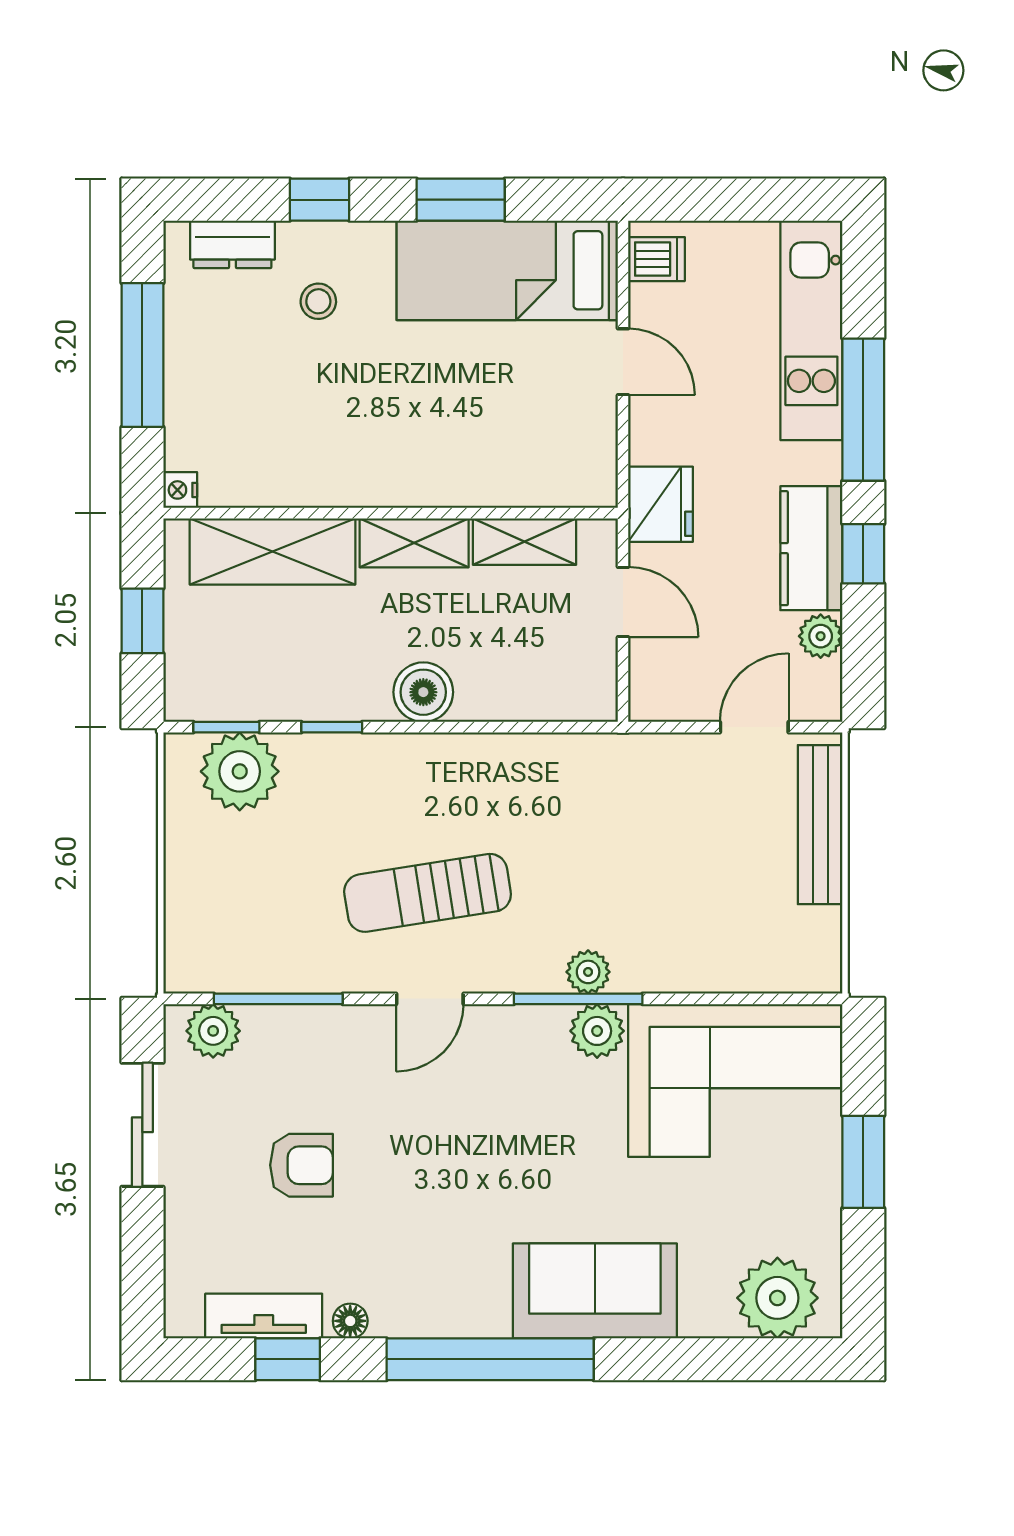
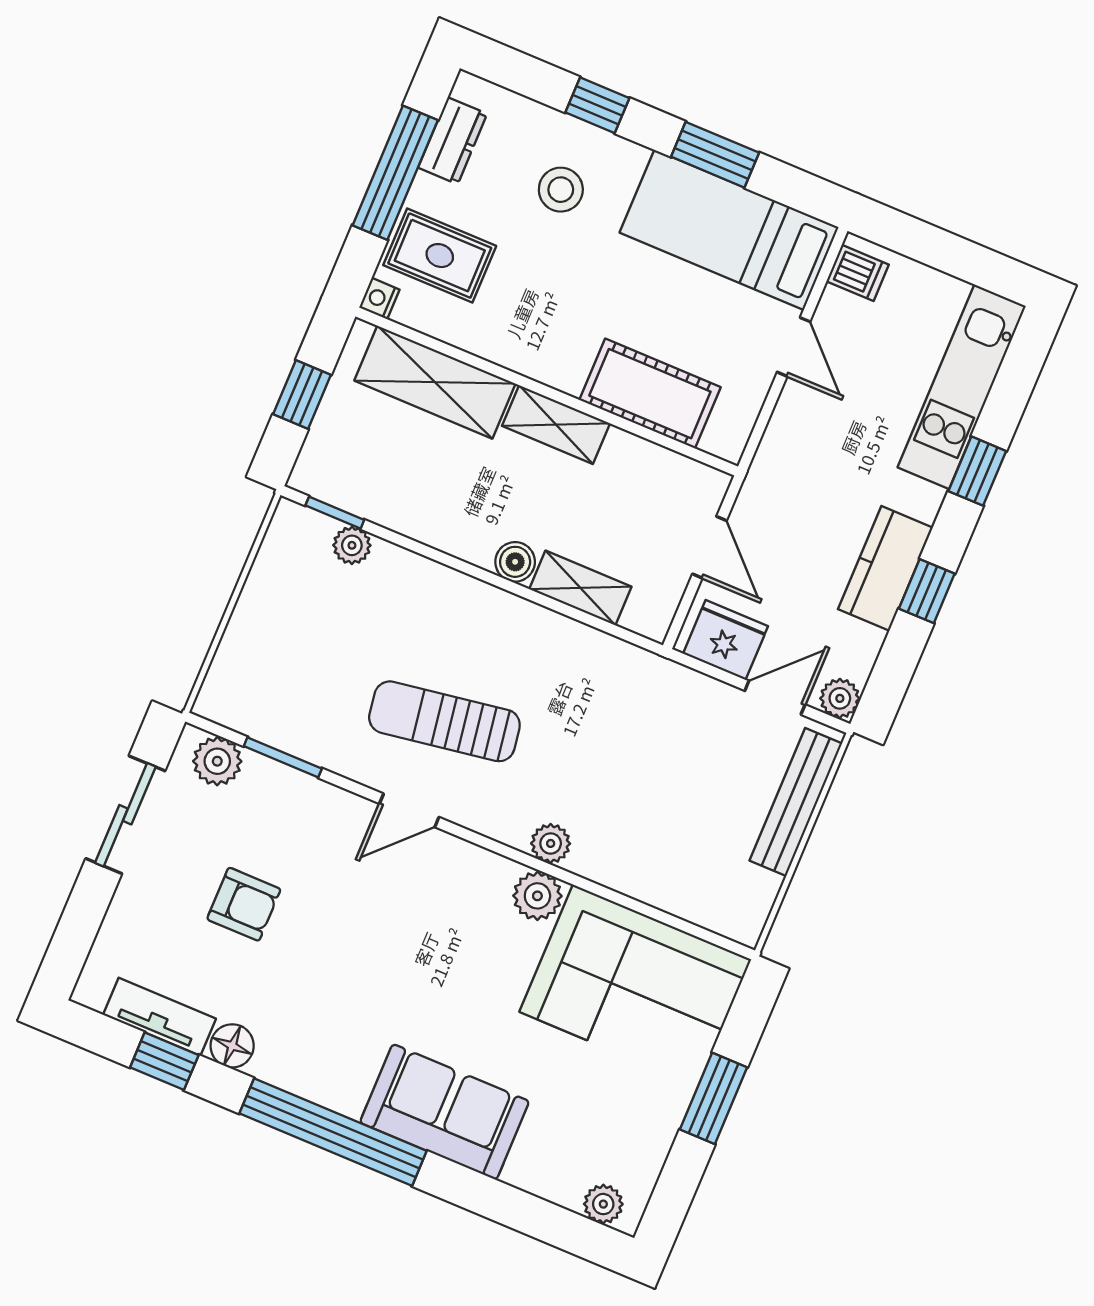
dresser: (232, 244) -> (453, 141), moved, turned -90
stool: (318, 301) -> (561, 190), width x1.37, depth x1.37
window: (863, 410) -> (977, 471), width x0.46
rug: (223, 420) -> (440, 256), added
cot: (497, 471) -> (650, 394), added
fridge: (661, 504) -> (726, 640), moved, turned -90
shelving: (524, 542) -> (580, 588), moved
plant: (821, 636) -> (840, 698), moved
boiler: (423, 692) -> (515, 562), width x0.73, depth x0.73
window: (332, 727) -> (423, 550), removed
plant: (240, 771) -> (352, 545), width x0.53, depth x0.53
window: (278, 999) -> (283, 757), width x0.69
window: (578, 999) -> (533, 862), removed
plant: (777, 1298) -> (603, 1204), width x0.53, depth x0.53
floor lamp: (350, 1321) -> (232, 1046), width x1.37, depth x1.37

